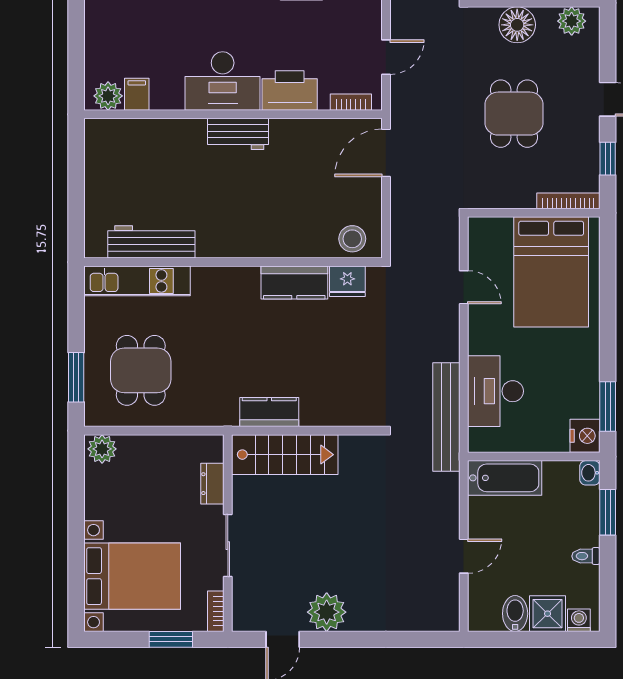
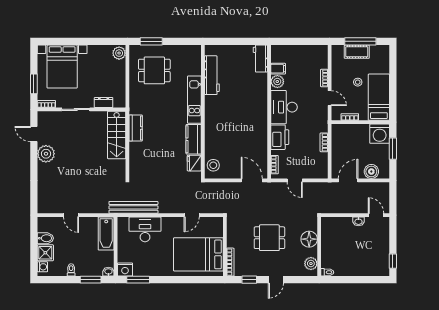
plant: (108, 96) -> (277, 82), moved
workbench: (238, 134) -> (260, 59), moved
kitchen unit: (137, 281) -> (194, 100), moved

